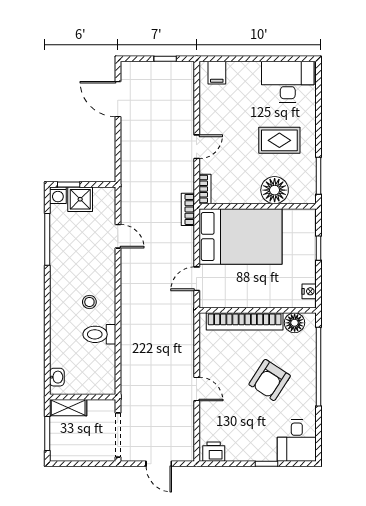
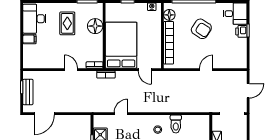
bench: (157, 70) -> (28, 92), added
filing cabinet: (217, 73) -> (29, 39), moved
printer: (214, 452) -> (241, 31), moved

